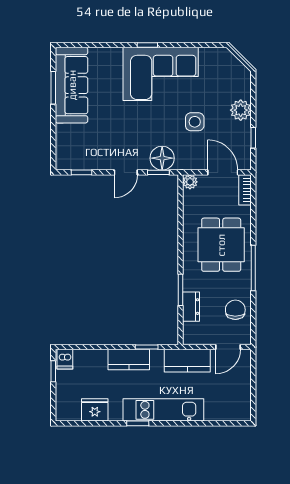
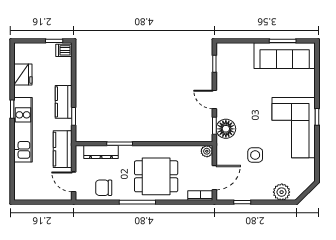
plant: (241, 110) -> (282, 192), moved
dresser: (191, 307) -> (101, 152), width x1.44
chair: (235, 310) -> (104, 188), turned 180

